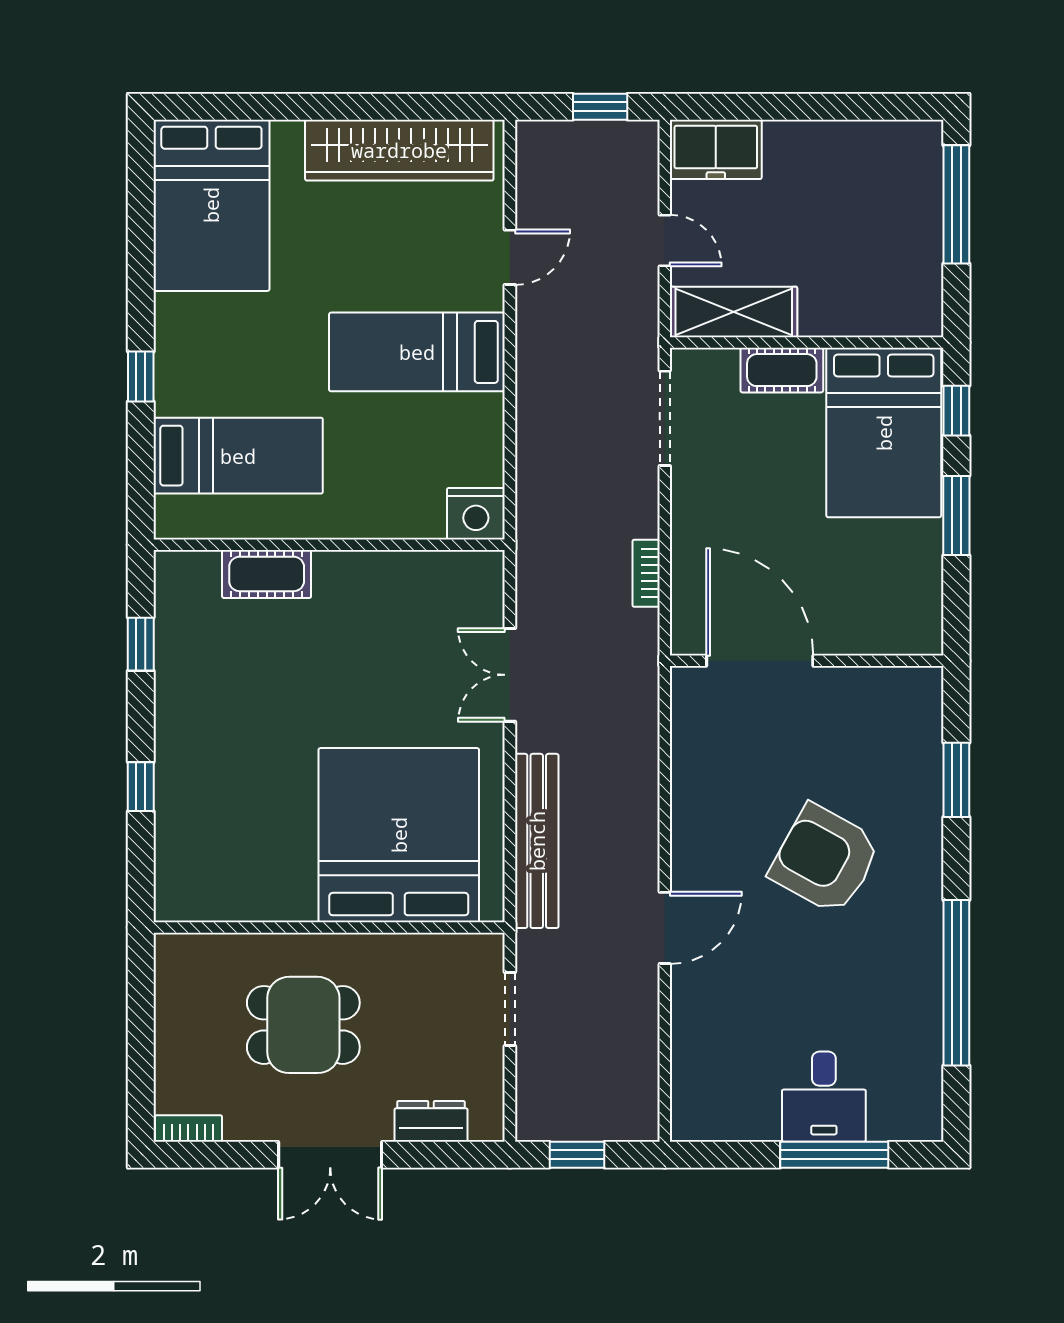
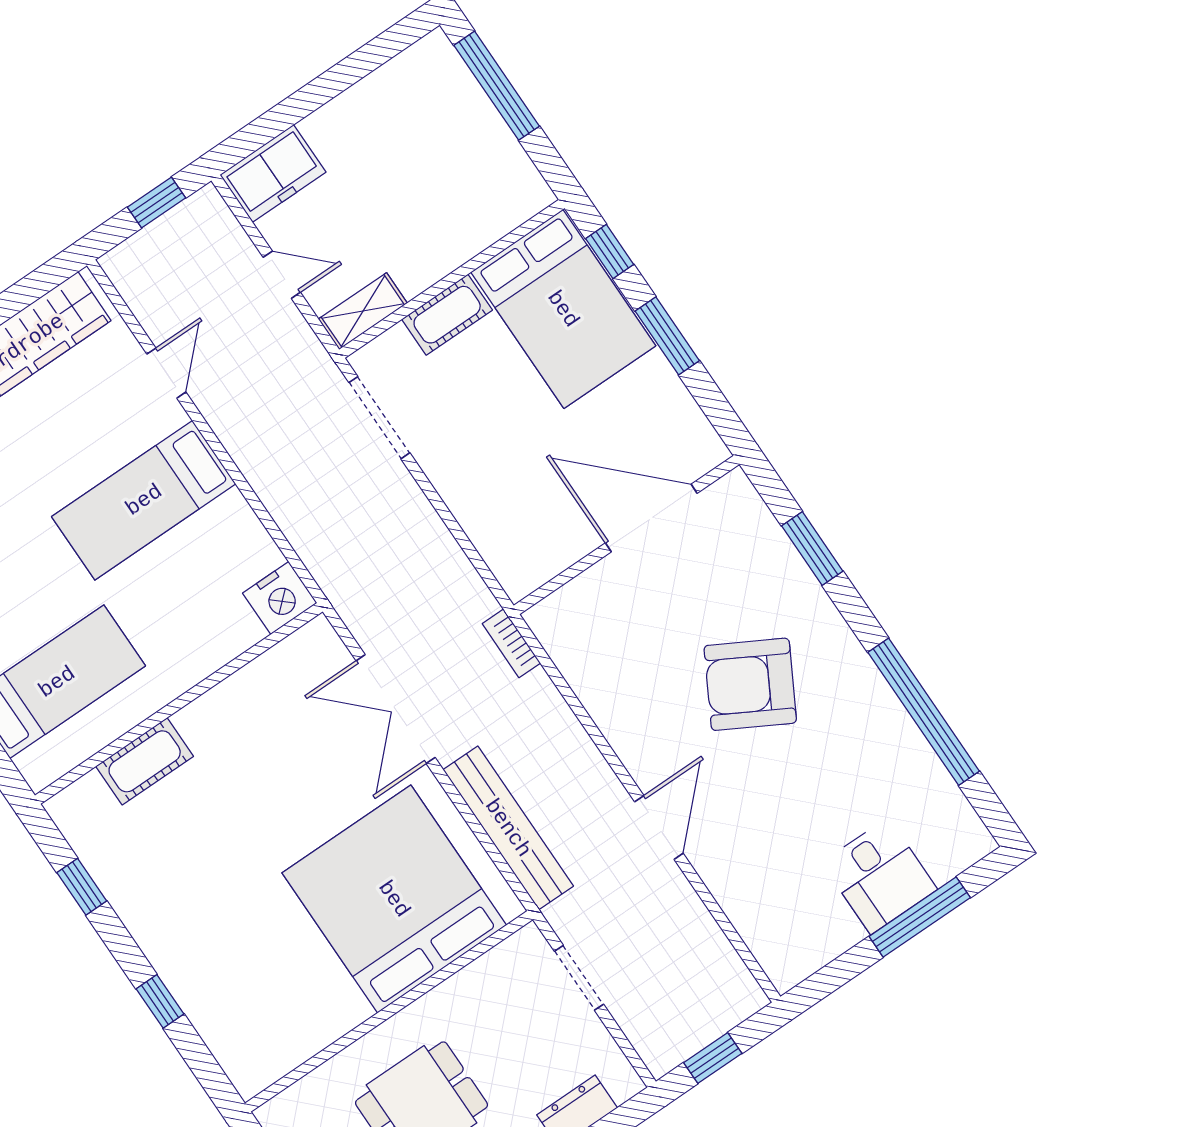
shelving: (734, 312) -> (363, 311), width x0.67, depth x0.75
bookcase: (646, 573) -> (511, 643), moved
door: (760, 661) -> (651, 518), moved
double door: (510, 675) -> (396, 709), width x1.37

